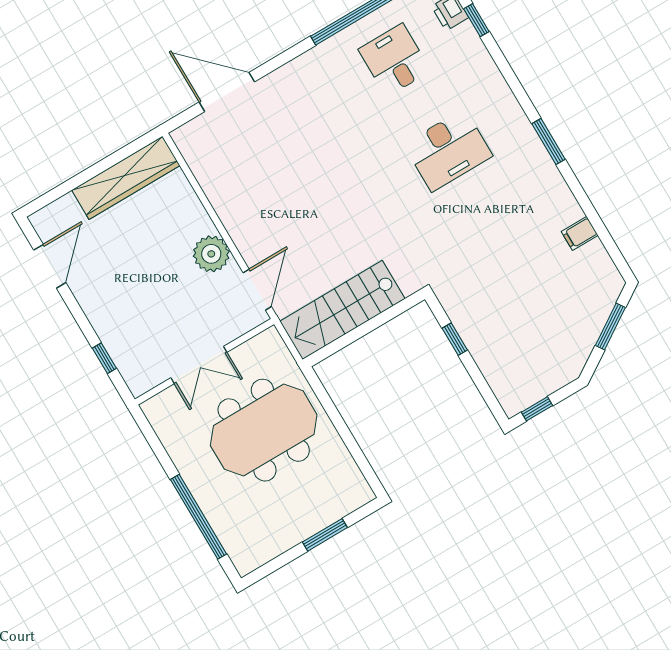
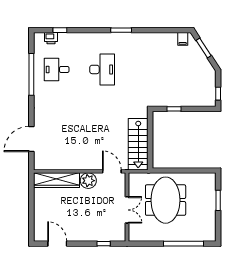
wardrobe: (126, 178) -> (57, 180), moved, turned 90
filing cabinet: (580, 233) -> (183, 39), moved

